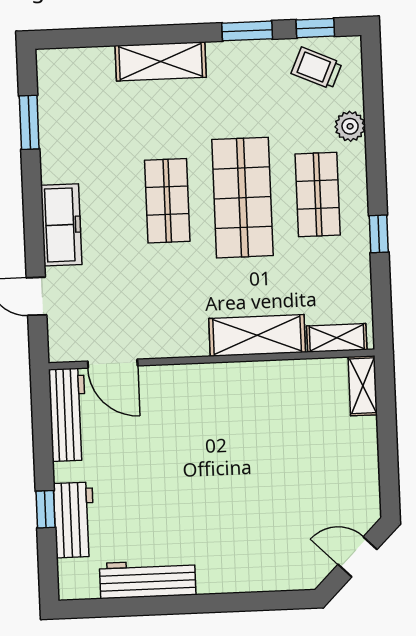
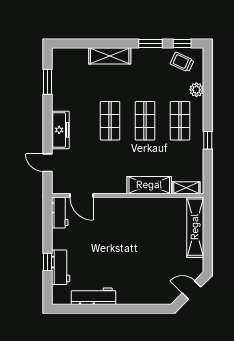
shop shelf: (242, 198) -> (145, 121), width x0.70, depth x0.74
shelving: (363, 386) -> (195, 227), width x2.20, depth x1.33
workbench: (68, 415) -> (60, 212), width x0.73

